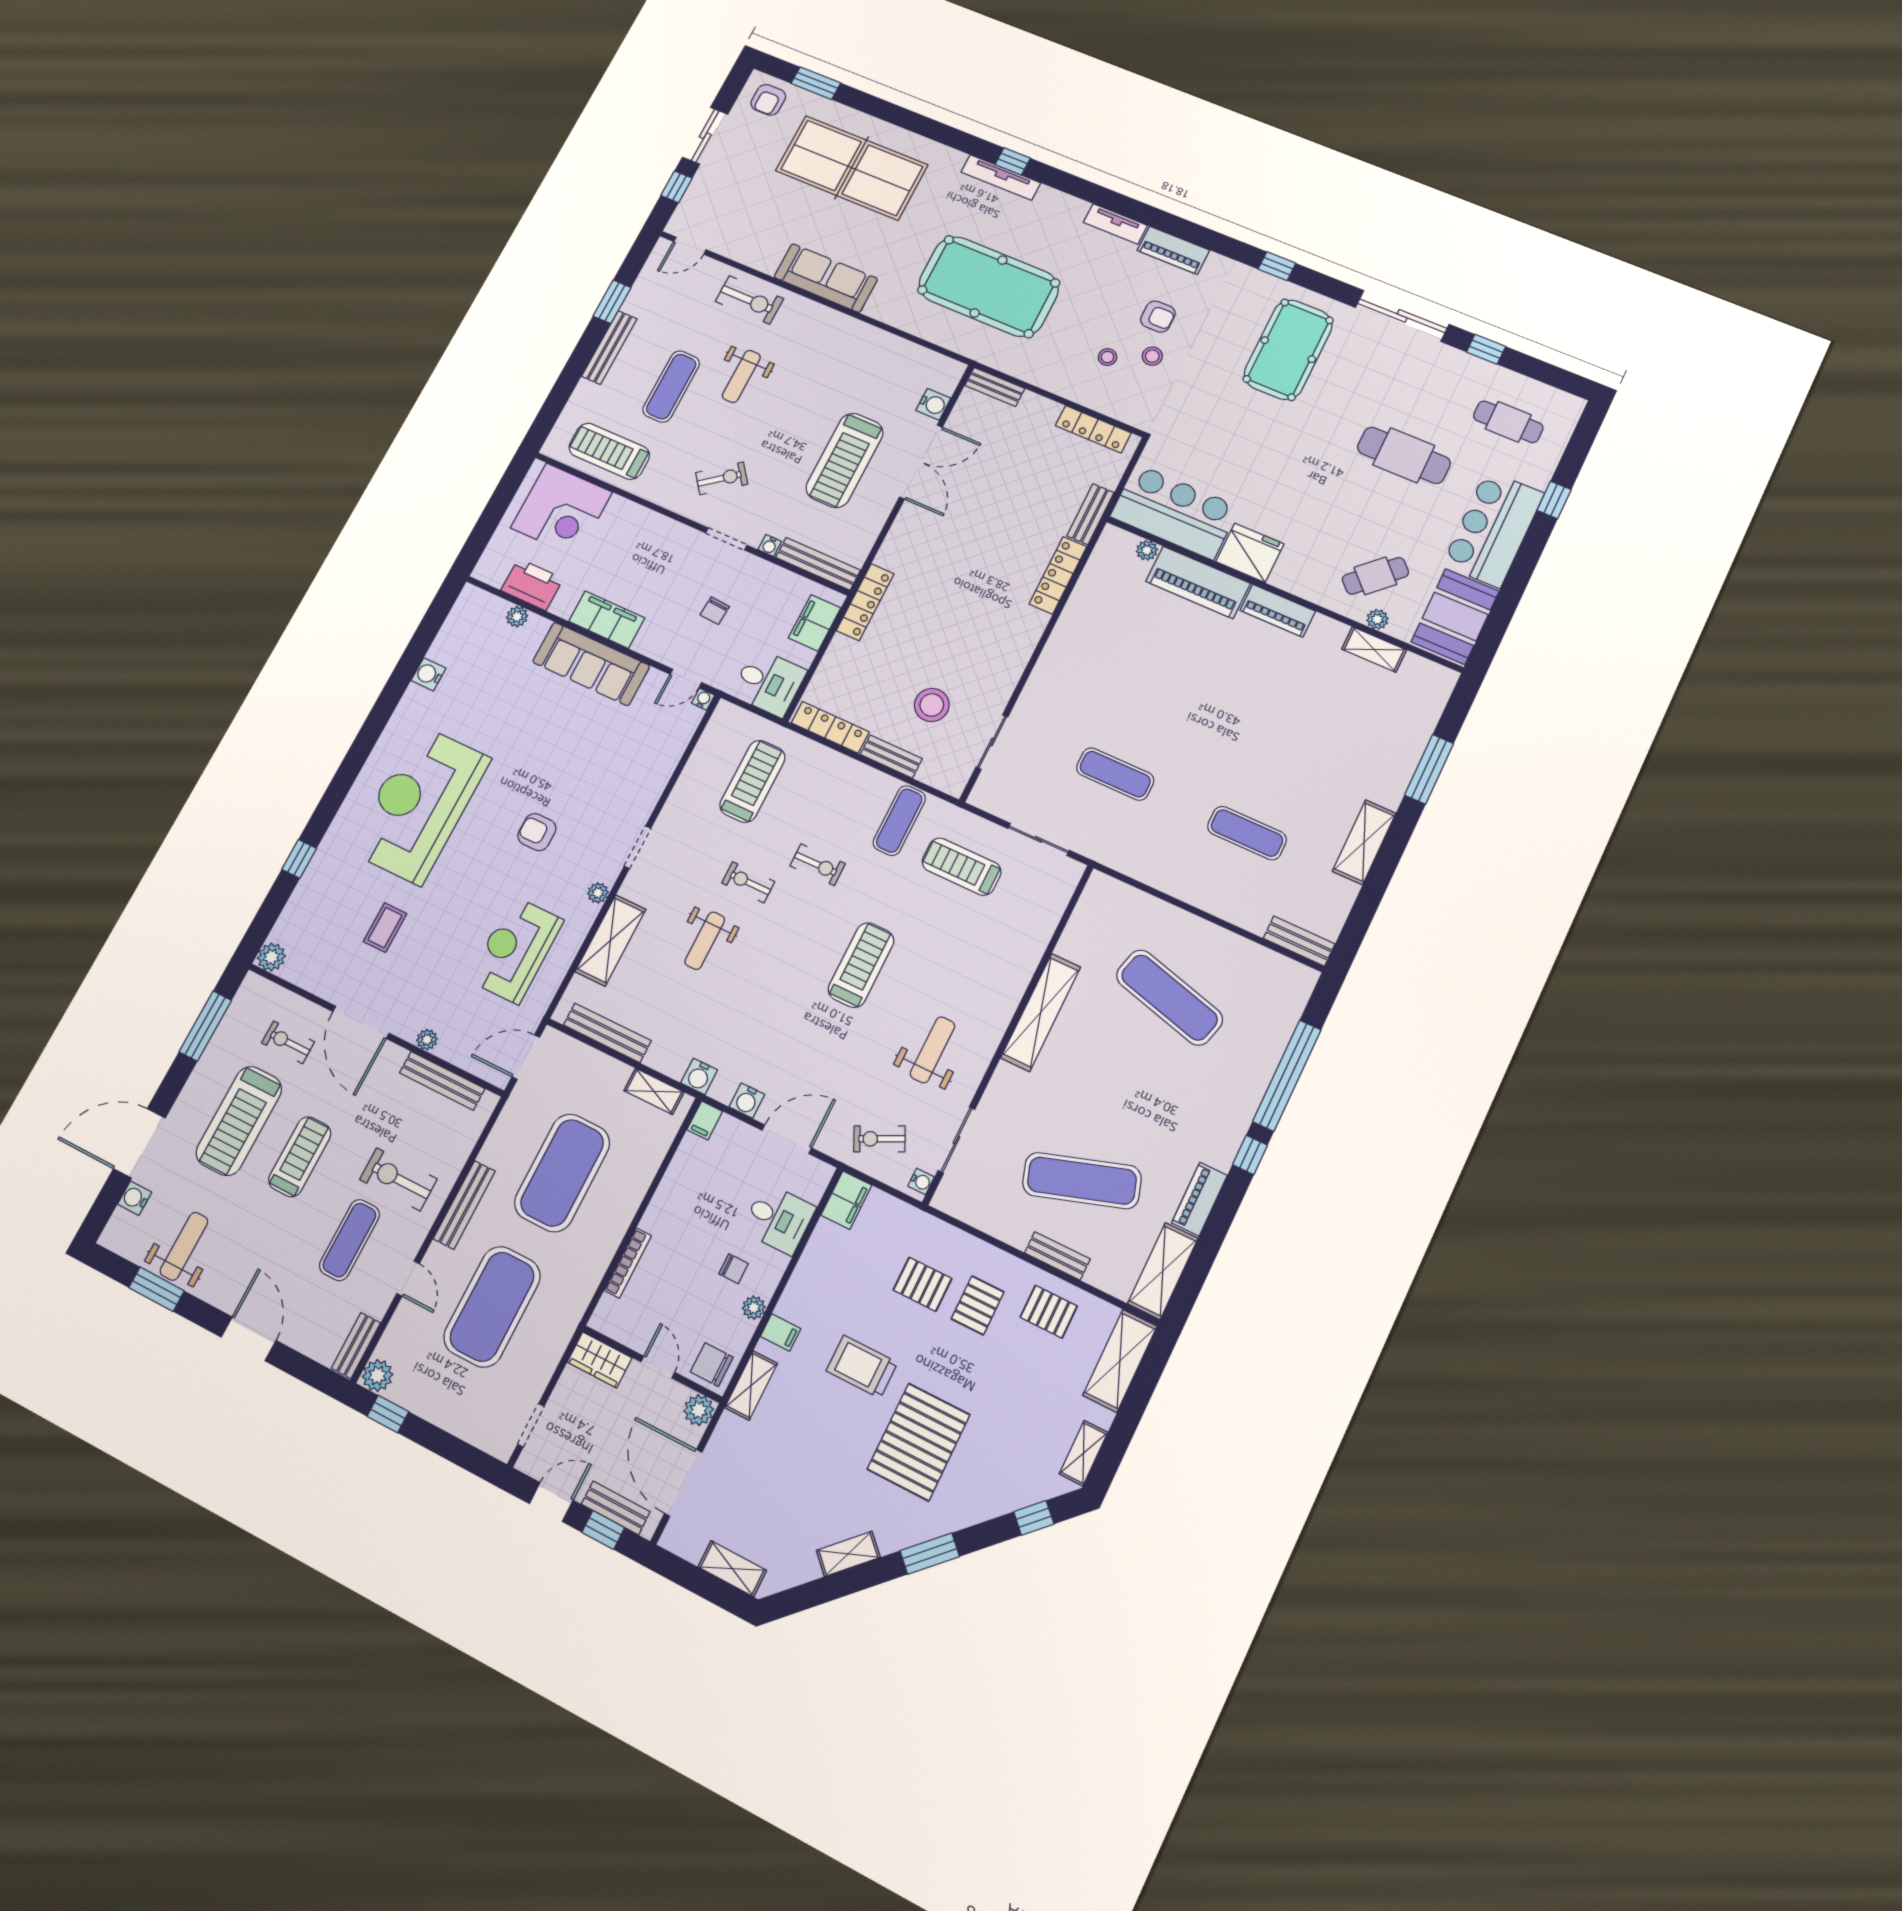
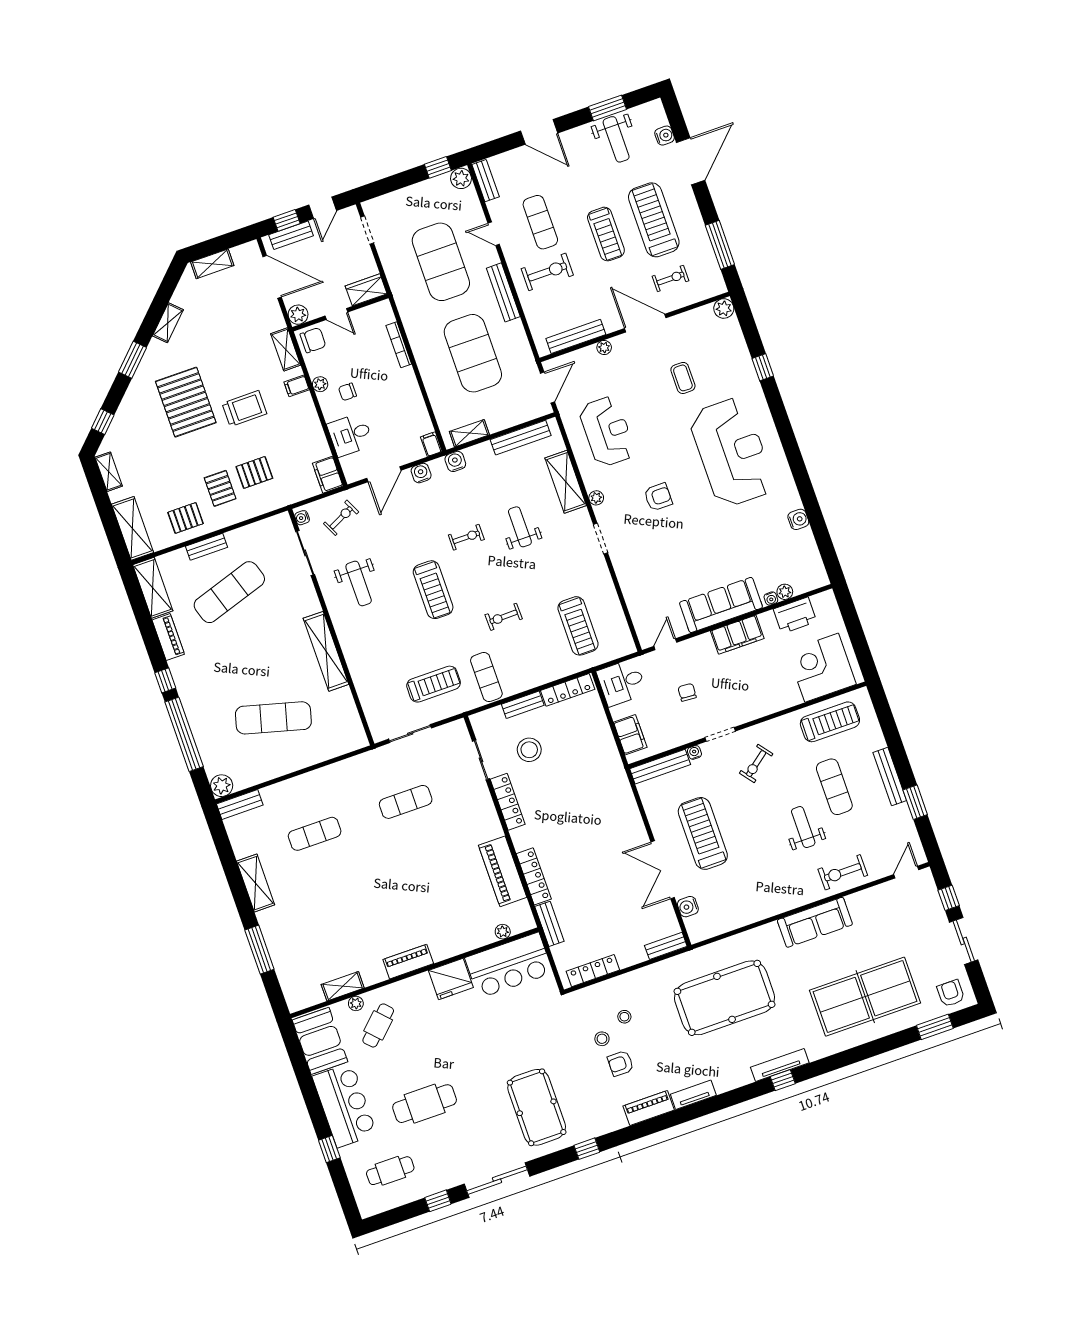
piano: (1198, 582) -> (503, 871), moved, turned -90
locker: (865, 602) -> (508, 802), moved, turned 180
water cooler: (703, 699) -> (771, 598), moved
exercise bike: (748, 882) -> (466, 537), moved
plant: (1299, 980) -> (222, 786), added

